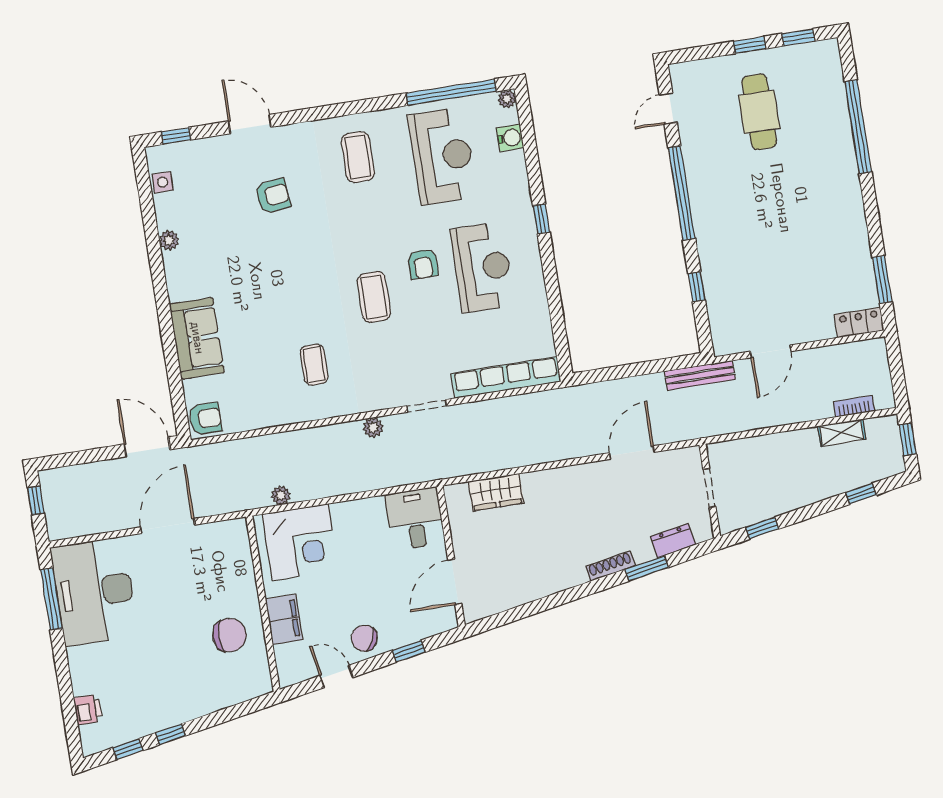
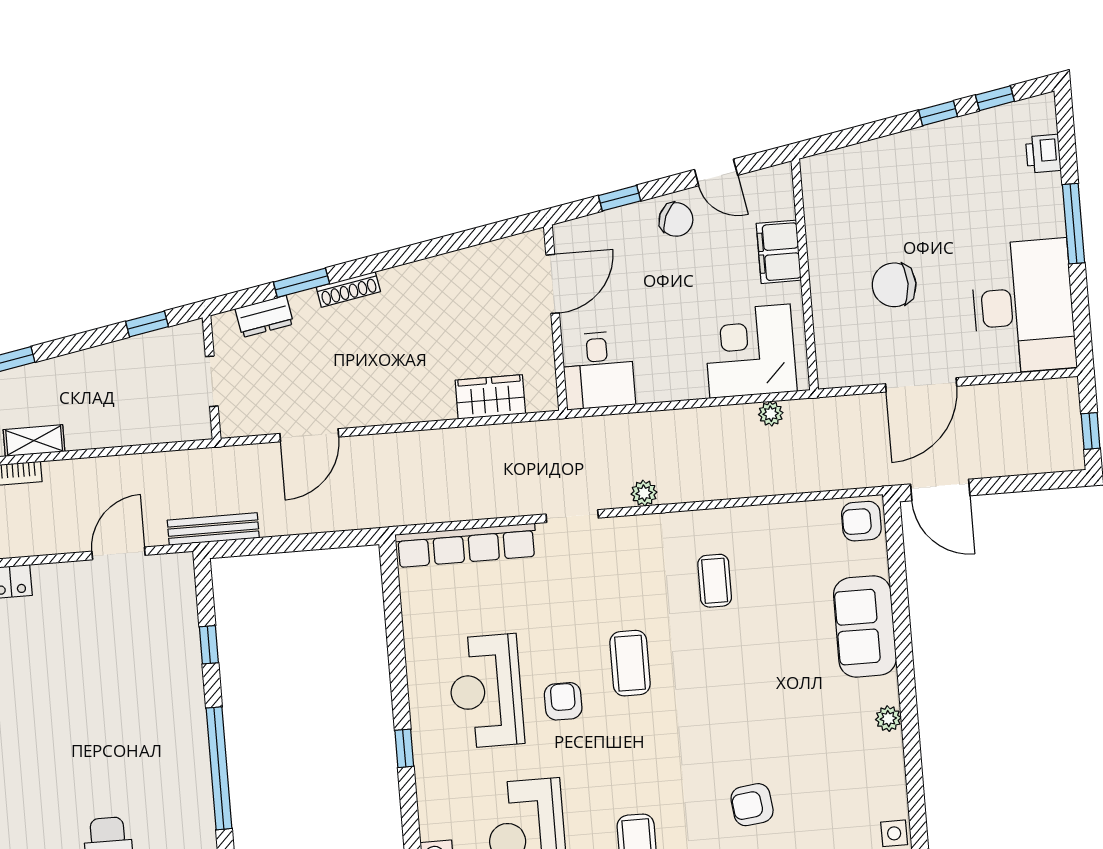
plant: (169, 240) -> (888, 719), moved
window: (51, 599) -> (1074, 224), moved
chair: (230, 635) -> (894, 285), moved

